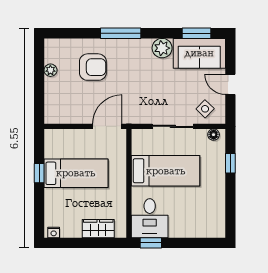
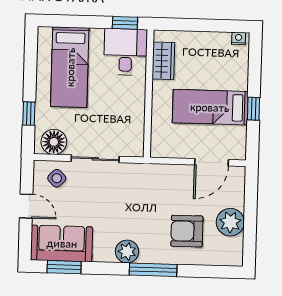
plant: (162, 48) -> (127, 252), moved
plant: (50, 70) -> (230, 222), width x1.88, depth x1.88
door: (107, 126) -> (212, 162), moved
floor lamp: (214, 135) -> (54, 142), width x1.89, depth x1.89
bed: (166, 171) -> (70, 67), moved, turned -90
wardrobe: (98, 229) -> (163, 61), moved, turned -90

